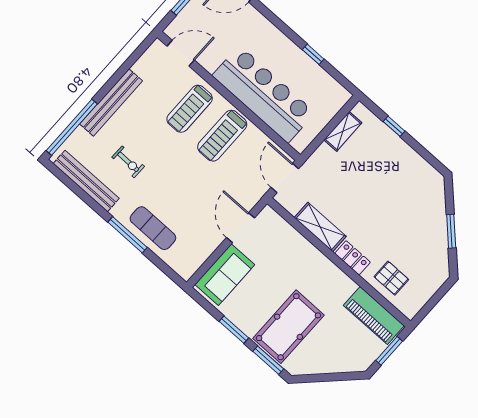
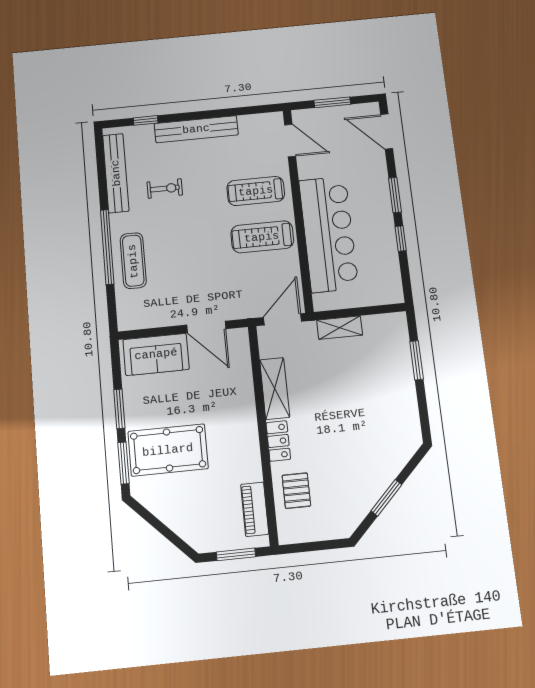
window: (283, 28) -> (395, 195), added
window: (394, 126) -> (417, 360), width x1.50
window: (72, 127) -> (146, 120), width x0.32
shelving: (343, 131) -> (340, 328), moved
exercise bike: (128, 162) -> (165, 188), turned -91
door: (240, 228) -> (206, 327), swing flipped
window: (127, 235) -> (107, 247), width x1.46
piano: (374, 315) -> (255, 509), width x0.73, depth x0.75

